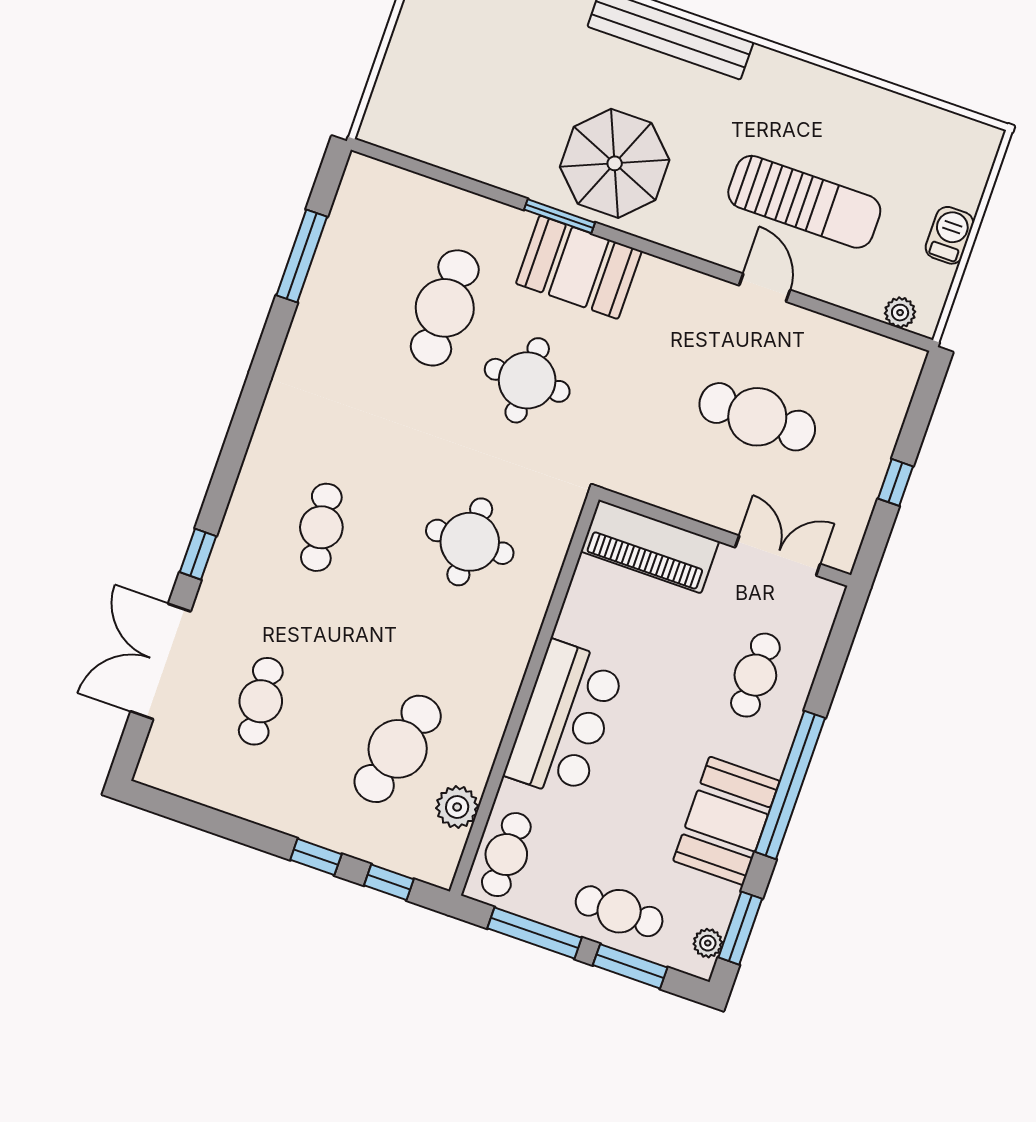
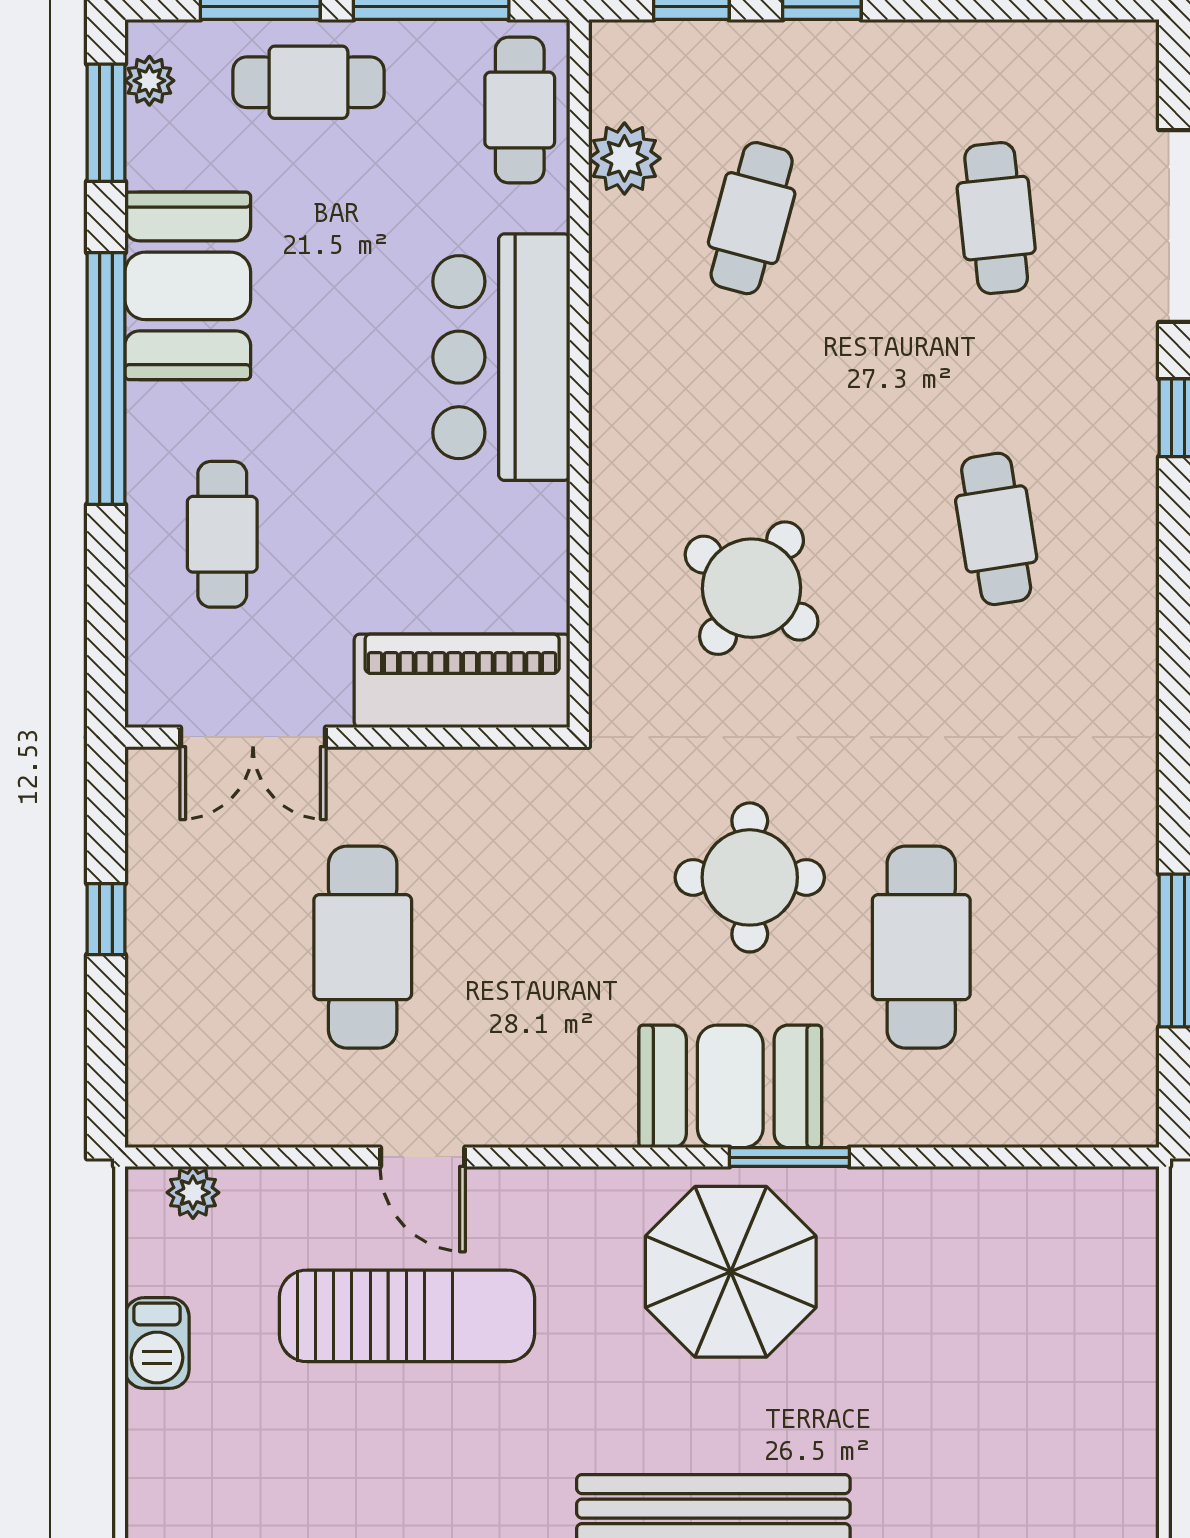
sun lounger: (804, 202) -> (407, 1316), turned 180
cafe table: (757, 417) -> (363, 947), turned 90
round table: (470, 542) -> (752, 588), turned 35
cafe table: (398, 749) -> (752, 218), width x0.73, depth x0.74

